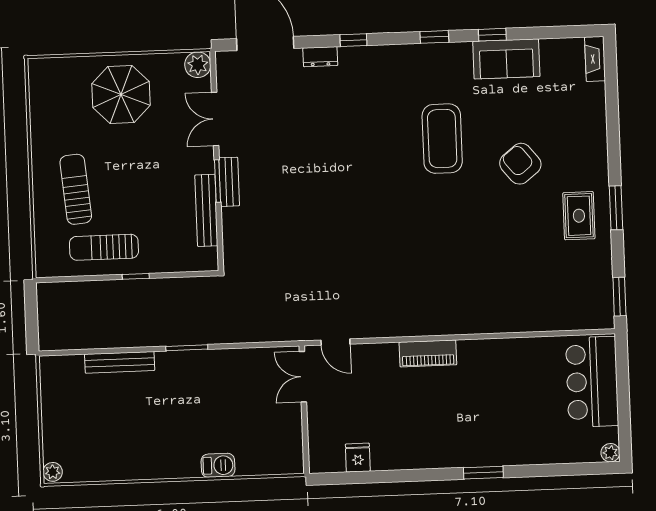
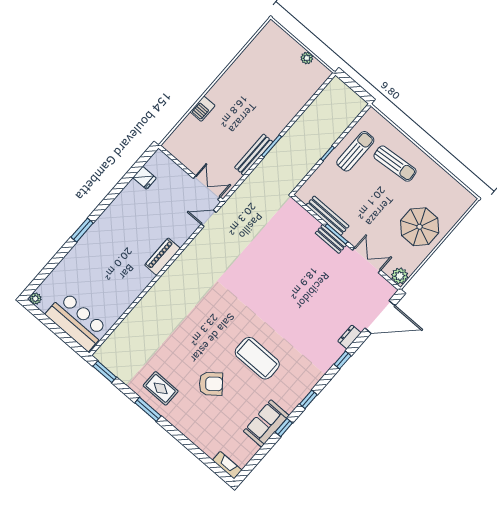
bench: (120, 362) -> (254, 155), moved
plant: (53, 472) -> (307, 58), moved

